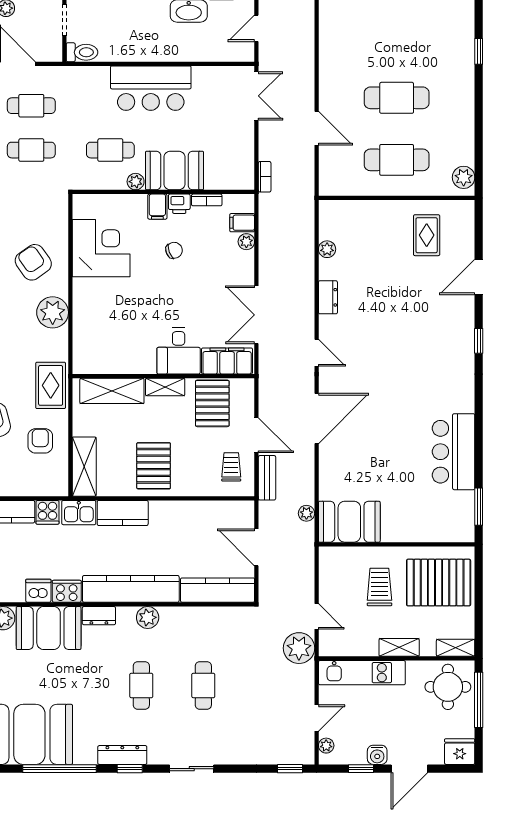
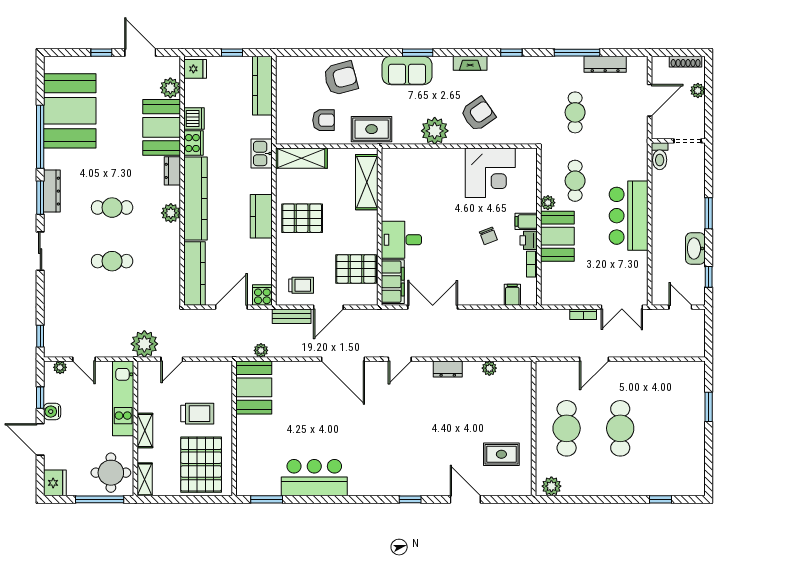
cafe table: (31, 106) -> (613, 112), removed
bookcase: (265, 177) -> (583, 314), moved
plant: (246, 242) -> (496, 298), removed
shelving: (165, 387) -> (370, 228), removed
cooker: (47, 512) -> (262, 295), moved, turned 90
kitchen counter: (123, 513) -> (261, 216), moved
window: (130, 769) -> (40, 198), width x1.50

